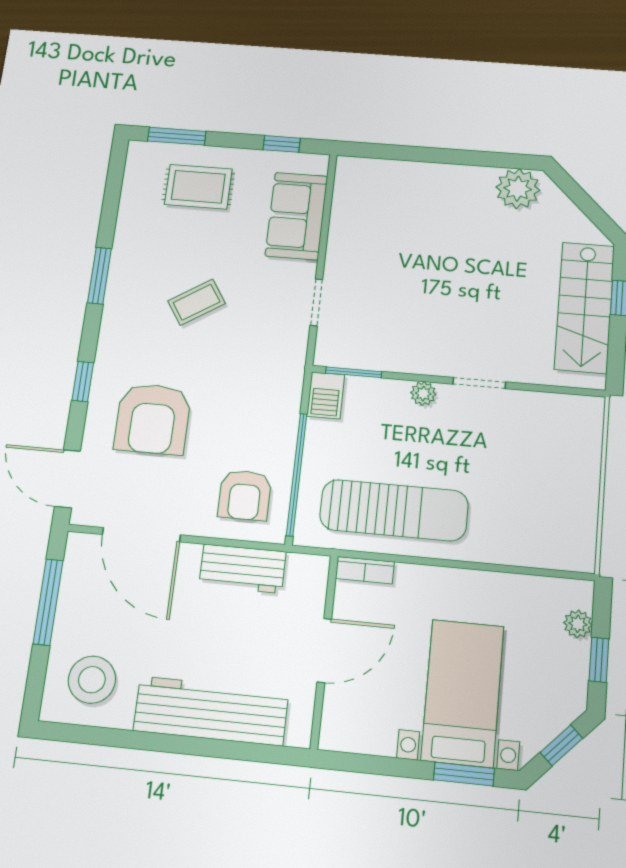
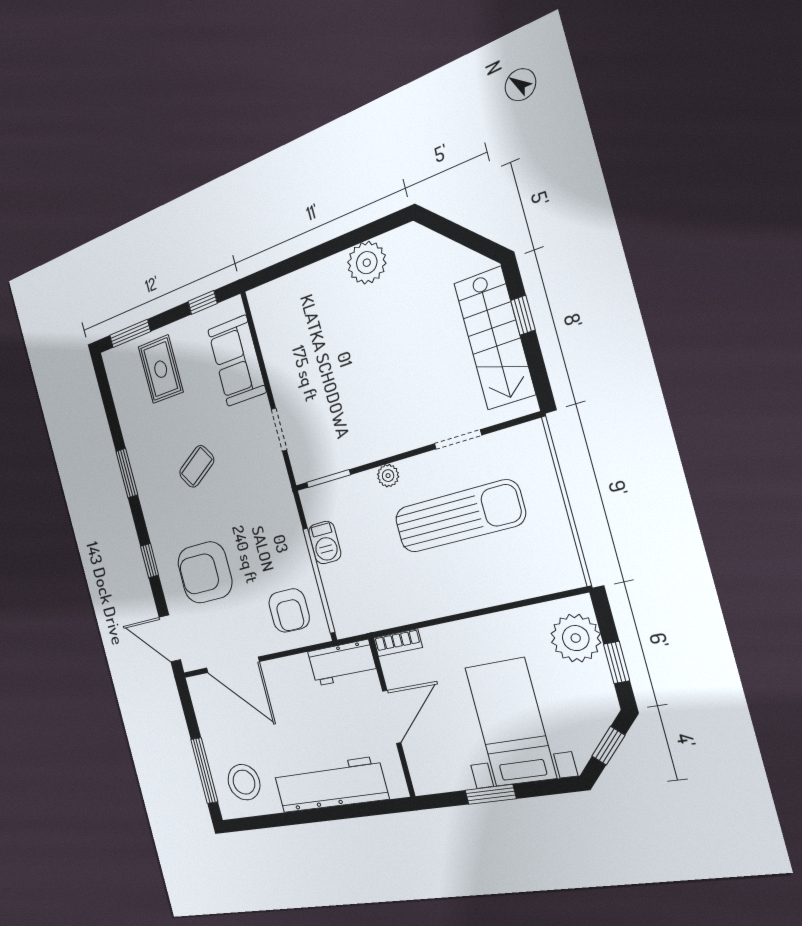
rug: (198, 187) -> (161, 369), turned 90
plant: (518, 189) -> (367, 263), moved
doorway: (479, 383) -> (458, 439), moved
barbecue: (326, 395) -> (325, 543), moved
armchair: (153, 419) -> (205, 572), turned 90
sun lounger: (394, 510) -> (459, 516), moved
workbench: (243, 569) -> (342, 663), moved
window: (48, 602) -> (204, 771), moved
plant: (578, 624) -> (576, 638), width x1.87, depth x1.87
window: (464, 774) -> (490, 794), moved

